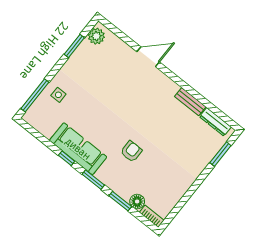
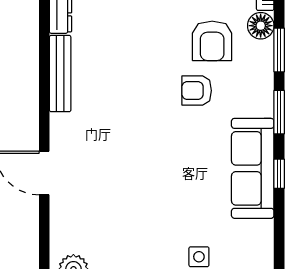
bench: (190, 102) -> (60, 74), width x1.36
armchair: (147, 175) -> (212, 41), added

